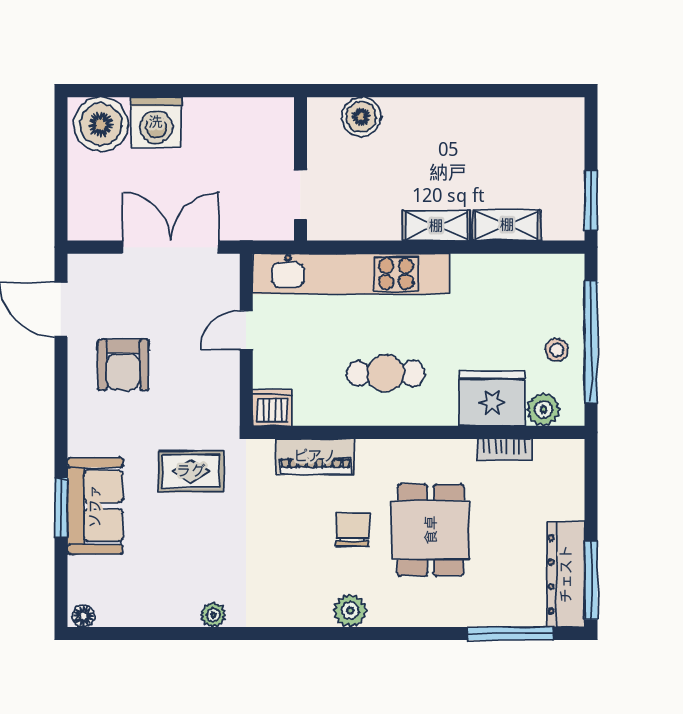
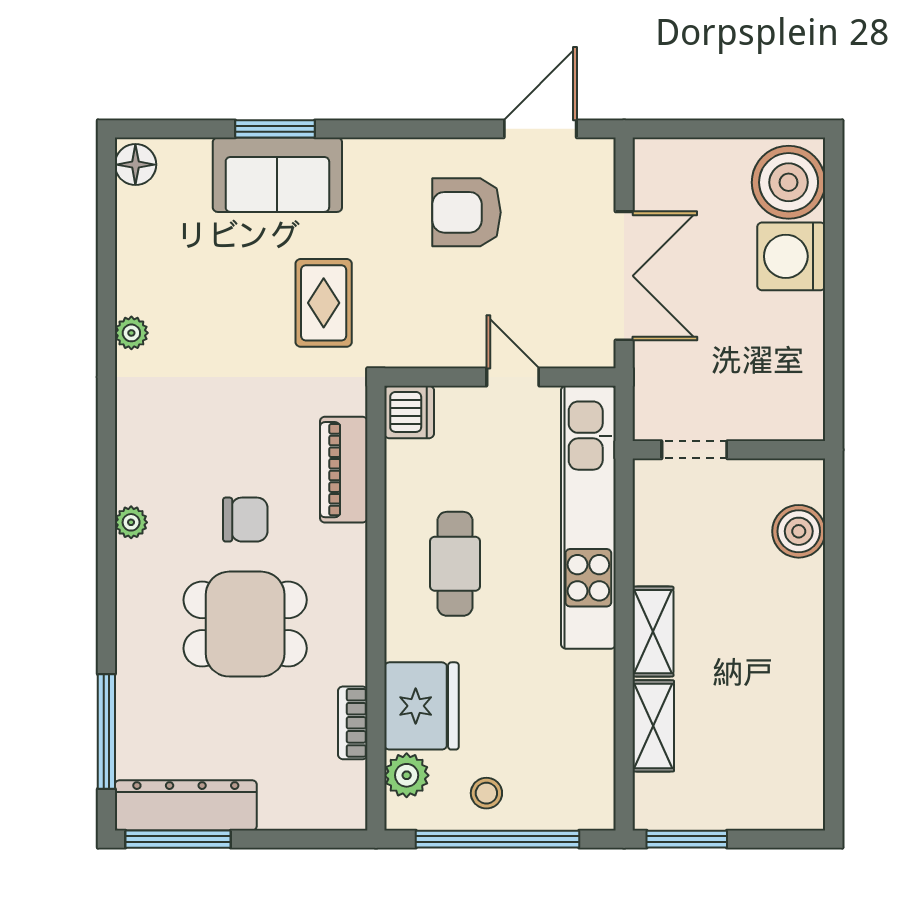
plant: (350, 611) -> (131, 522), width x0.73, depth x0.73
floor lamp: (83, 616) -> (135, 165), width x1.37, depth x1.37

